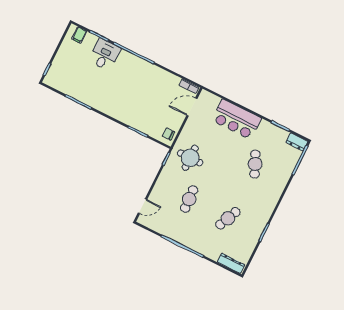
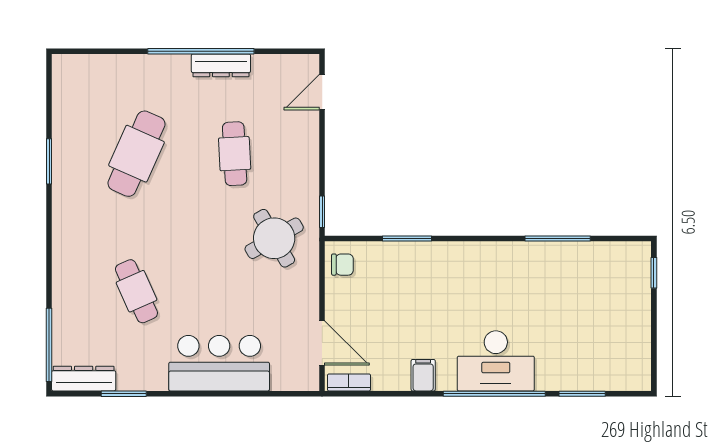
filing cabinet: (79, 35) -> (423, 375), moved
desk: (105, 55) -> (496, 361), moved, width x1.37
door: (192, 107) -> (322, 343), hinge flipped
dresser: (297, 142) -> (84, 379), width x1.44
round table: (190, 158) -> (274, 238), turned -30
cafe table: (228, 218) -> (136, 154), width x1.37, depth x1.35
dresser: (231, 263) -> (221, 65), moved

